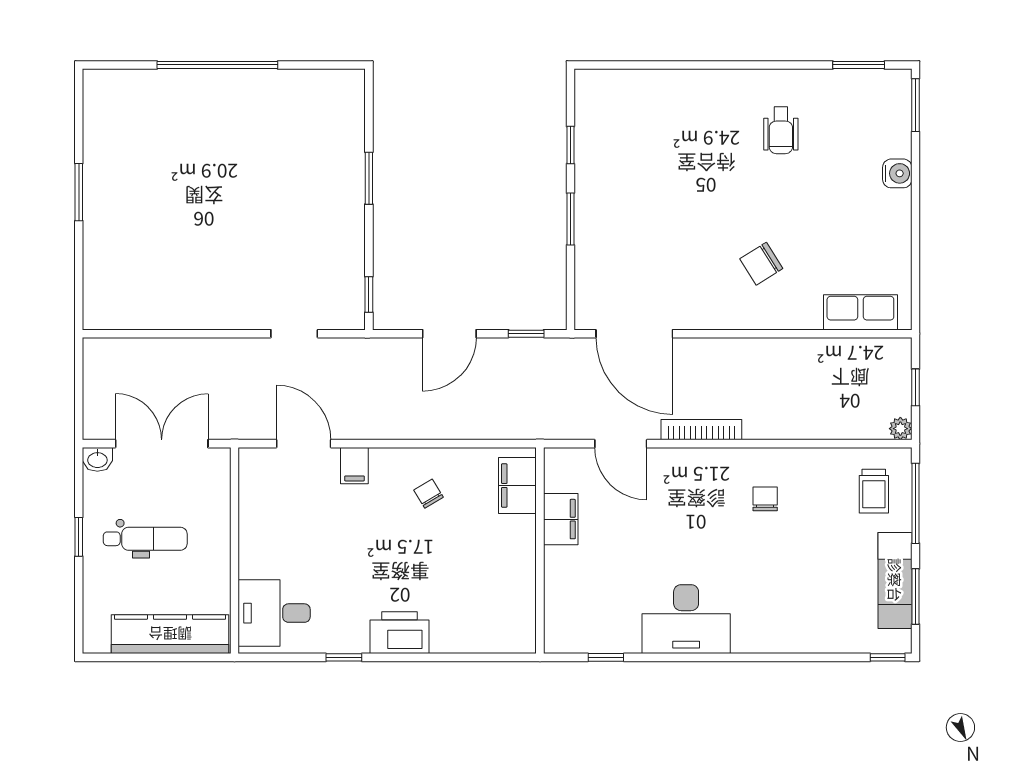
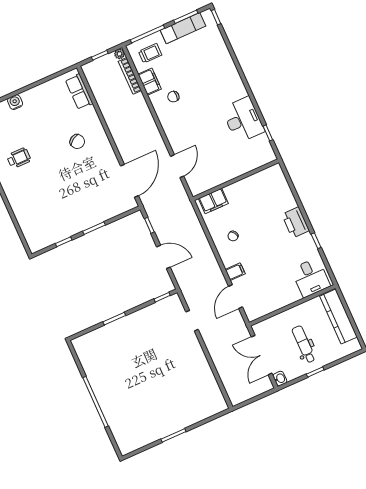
bookcase: (701, 430) -> (130, 76), moved
filing cabinet: (561, 519) -> (150, 82), moved, turned 90
desk: (686, 619) -> (243, 120), moved

